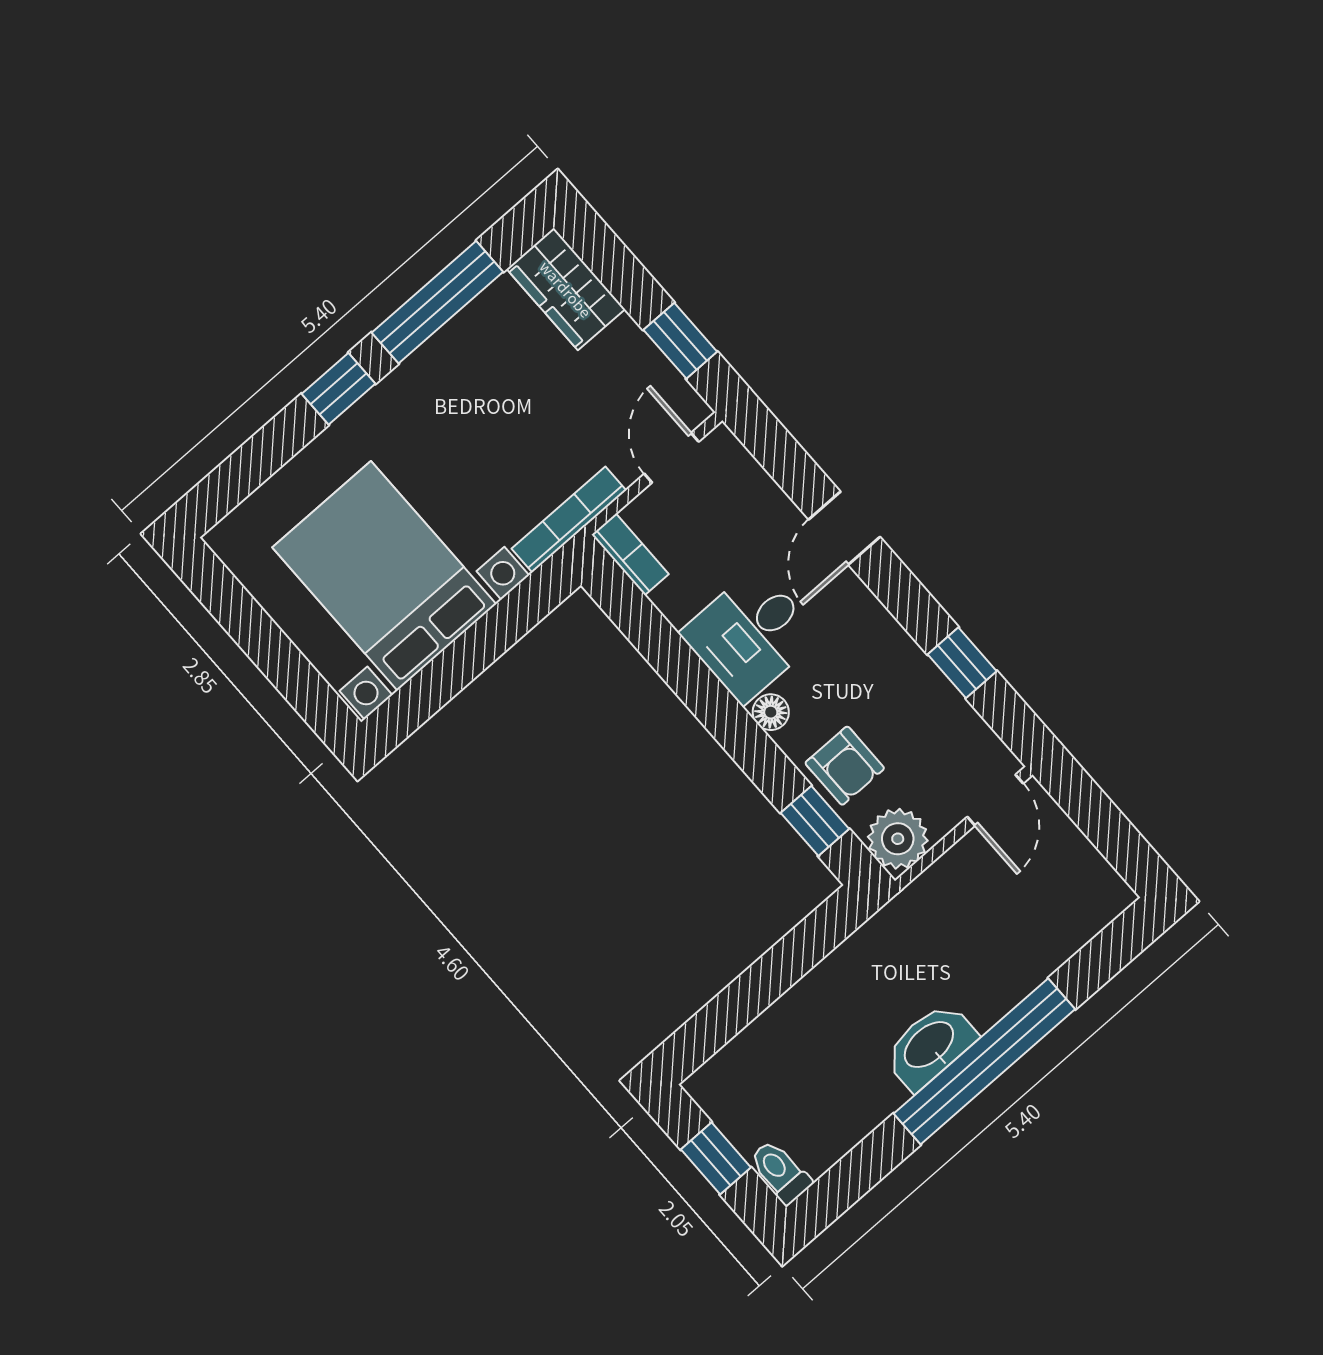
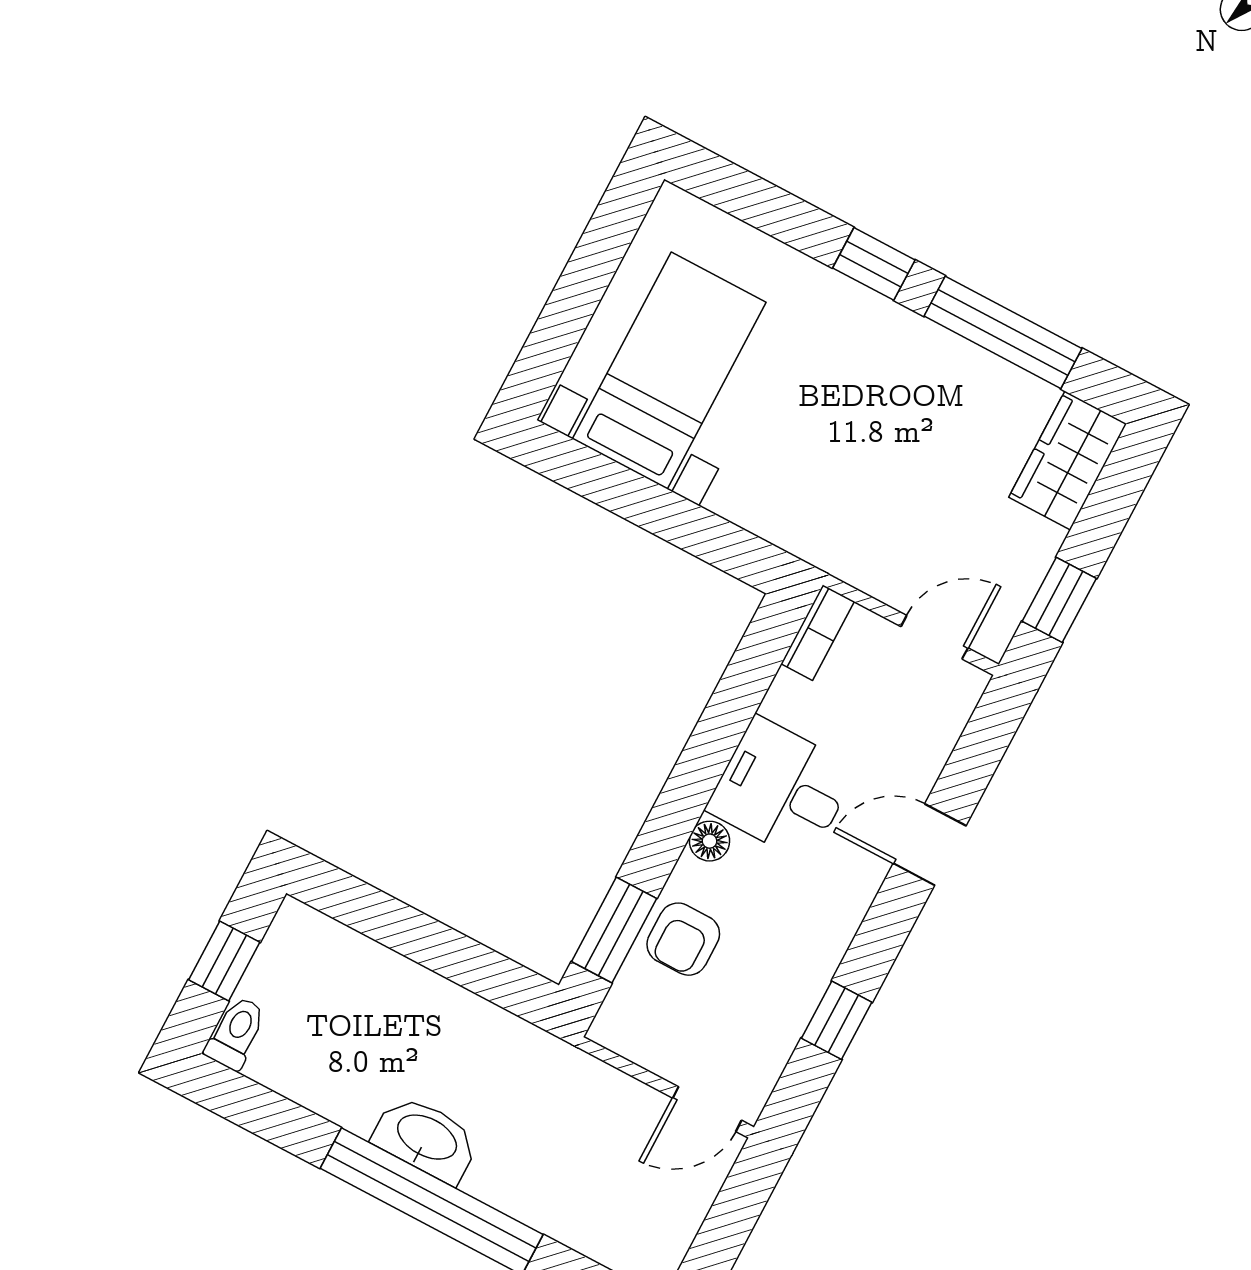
bookcase: (569, 520) -> (829, 555), removed
bed with nightstands: (384, 576) -> (669, 371), width x0.73
window: (815, 821) -> (614, 930), width x1.50
plant: (898, 839) -> (628, 1023), removed

